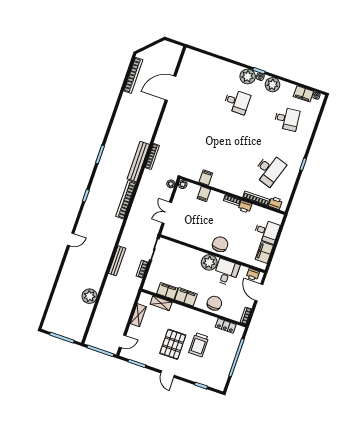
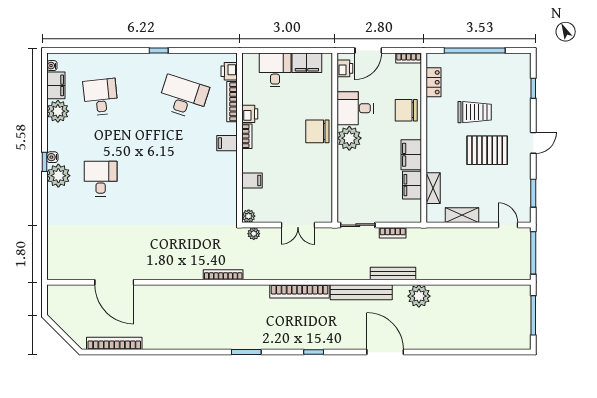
plant: (272, 85) -> (58, 111), moved
bench: (138, 162) -> (361, 292), moved
filing cabinet: (206, 178) -> (227, 143), moved
door: (71, 239) -> (385, 352), width x1.87
plant: (90, 296) -> (419, 296), moved

